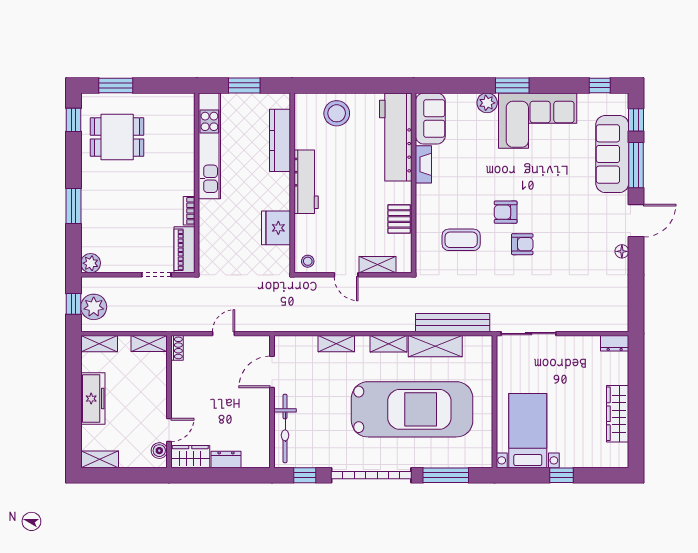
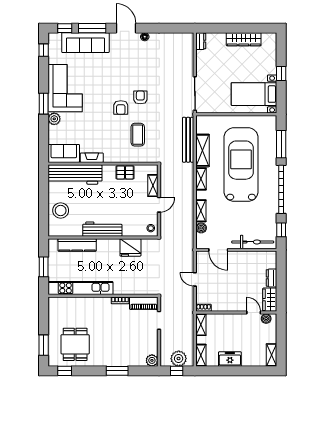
boiler: (308, 344) -> (201, 228), added
freezer: (93, 399) -> (230, 359), width x0.71

